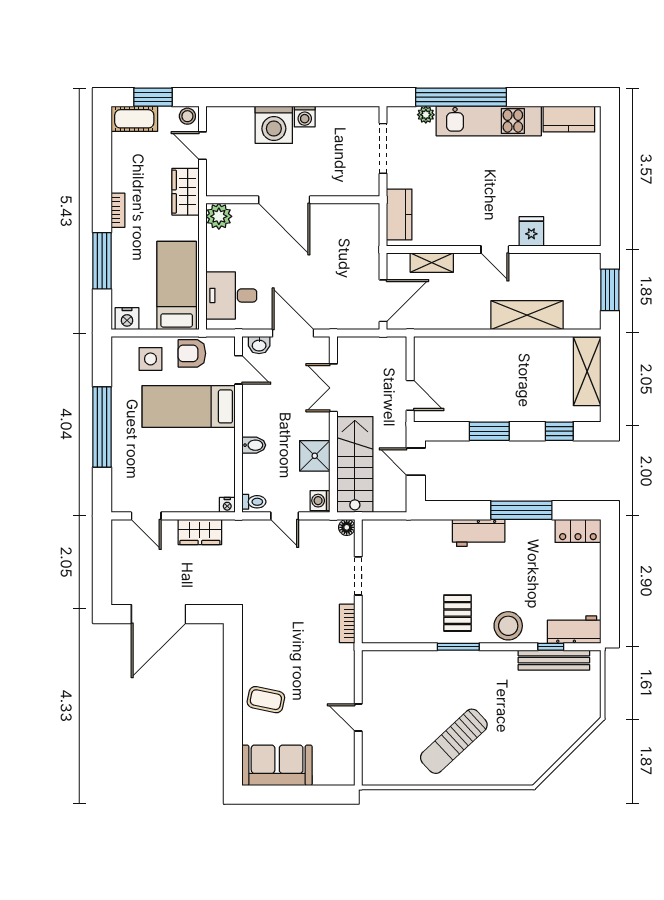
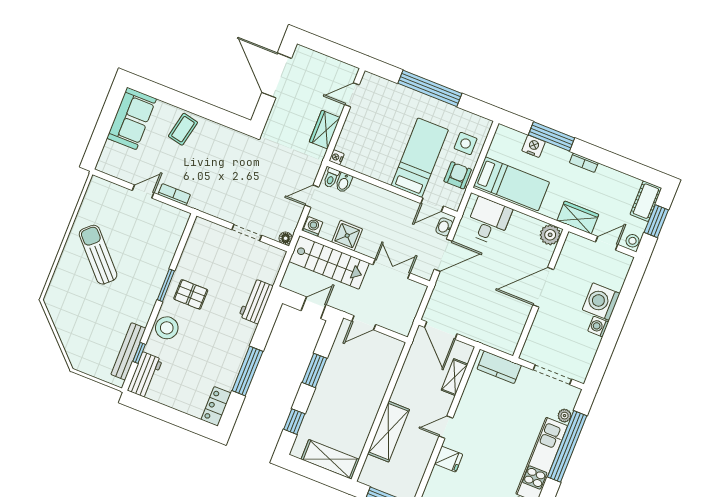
nightstand: (127, 319) -> (533, 146), moved, turned 90
bidet: (254, 445) -> (344, 183), moved
workbench: (479, 533) -> (256, 301), moved
bookcase: (347, 623) -> (174, 195), moved

